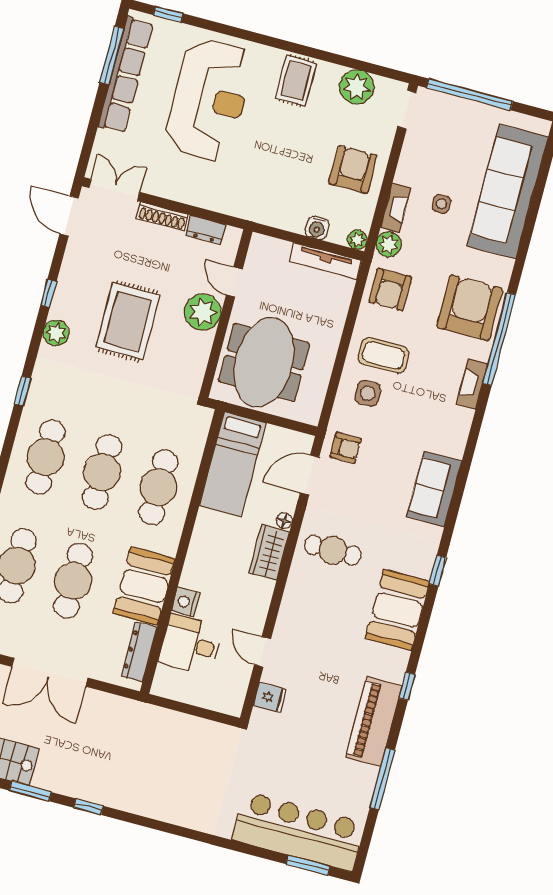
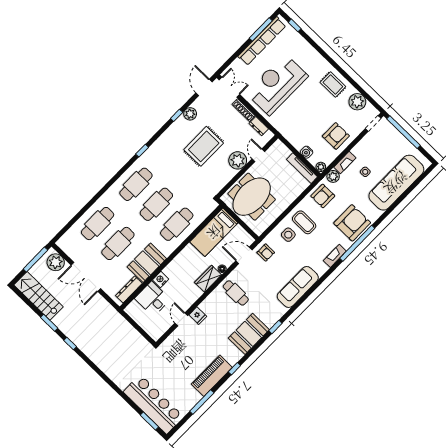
rug: (296, 81) -> (333, 84), turned 90
reception desk: (209, 99) -> (277, 84), moved, turned 180
plant: (56, 333) -> (190, 114), moved
sofa: (434, 489) -> (298, 287), width x1.36
fridge: (270, 697) -> (198, 316), moved

